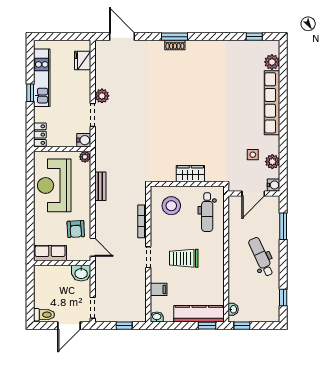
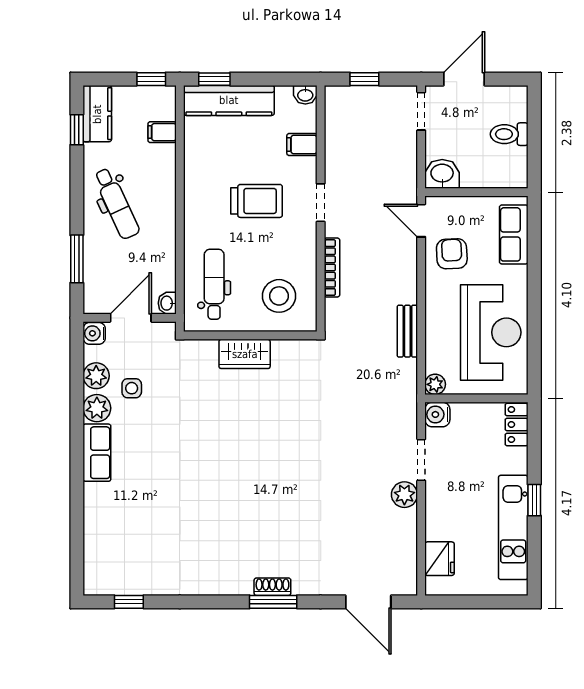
plant: (272, 62) -> (97, 408), moved
row of seats: (272, 103) -> (97, 453), width x0.50
row of seats: (50, 253) -> (514, 234), moved, turned 90
filing cabinet: (236, 296) -> (162, 132), added
kitchen counter: (272, 306) -> (97, 114), added
washbasin: (233, 309) -> (167, 303), moved
toilet: (44, 315) -> (509, 134), moved

